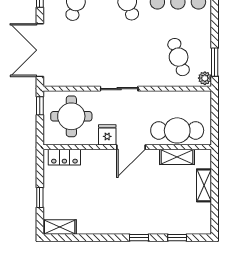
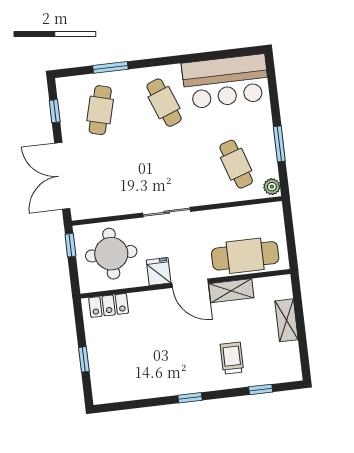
window: (215, 62) -> (279, 144), moved
door: (131, 147) -> (190, 283), hinge flipped
shelving: (177, 157) -> (231, 291), moved
trolley: (157, 210) -> (232, 358), added
shelving: (60, 227) -> (113, 393), removed
window: (139, 238) -> (190, 398), moved

